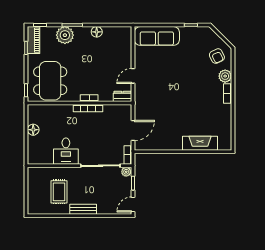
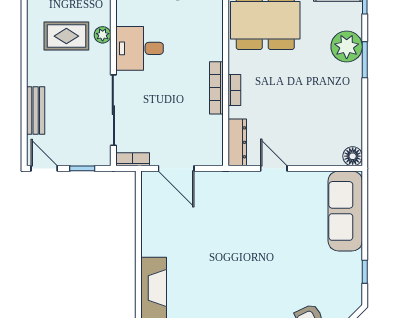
floor lamp: (97, 32) -> (353, 156), moved
dresser: (122, 96) -> (237, 142), width x1.44
plant: (126, 172) -> (103, 35), moved
bench: (83, 209) -> (36, 110), moved

